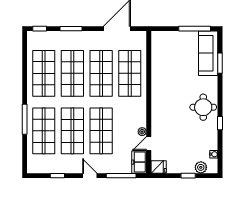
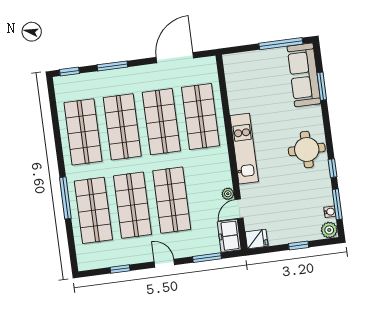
kitchen unit: (158, 101) -> (244, 149), added
window: (220, 150) -> (337, 204), added
plant: (201, 167) -> (329, 230), moved
window: (121, 176) -> (207, 258), width x0.69

